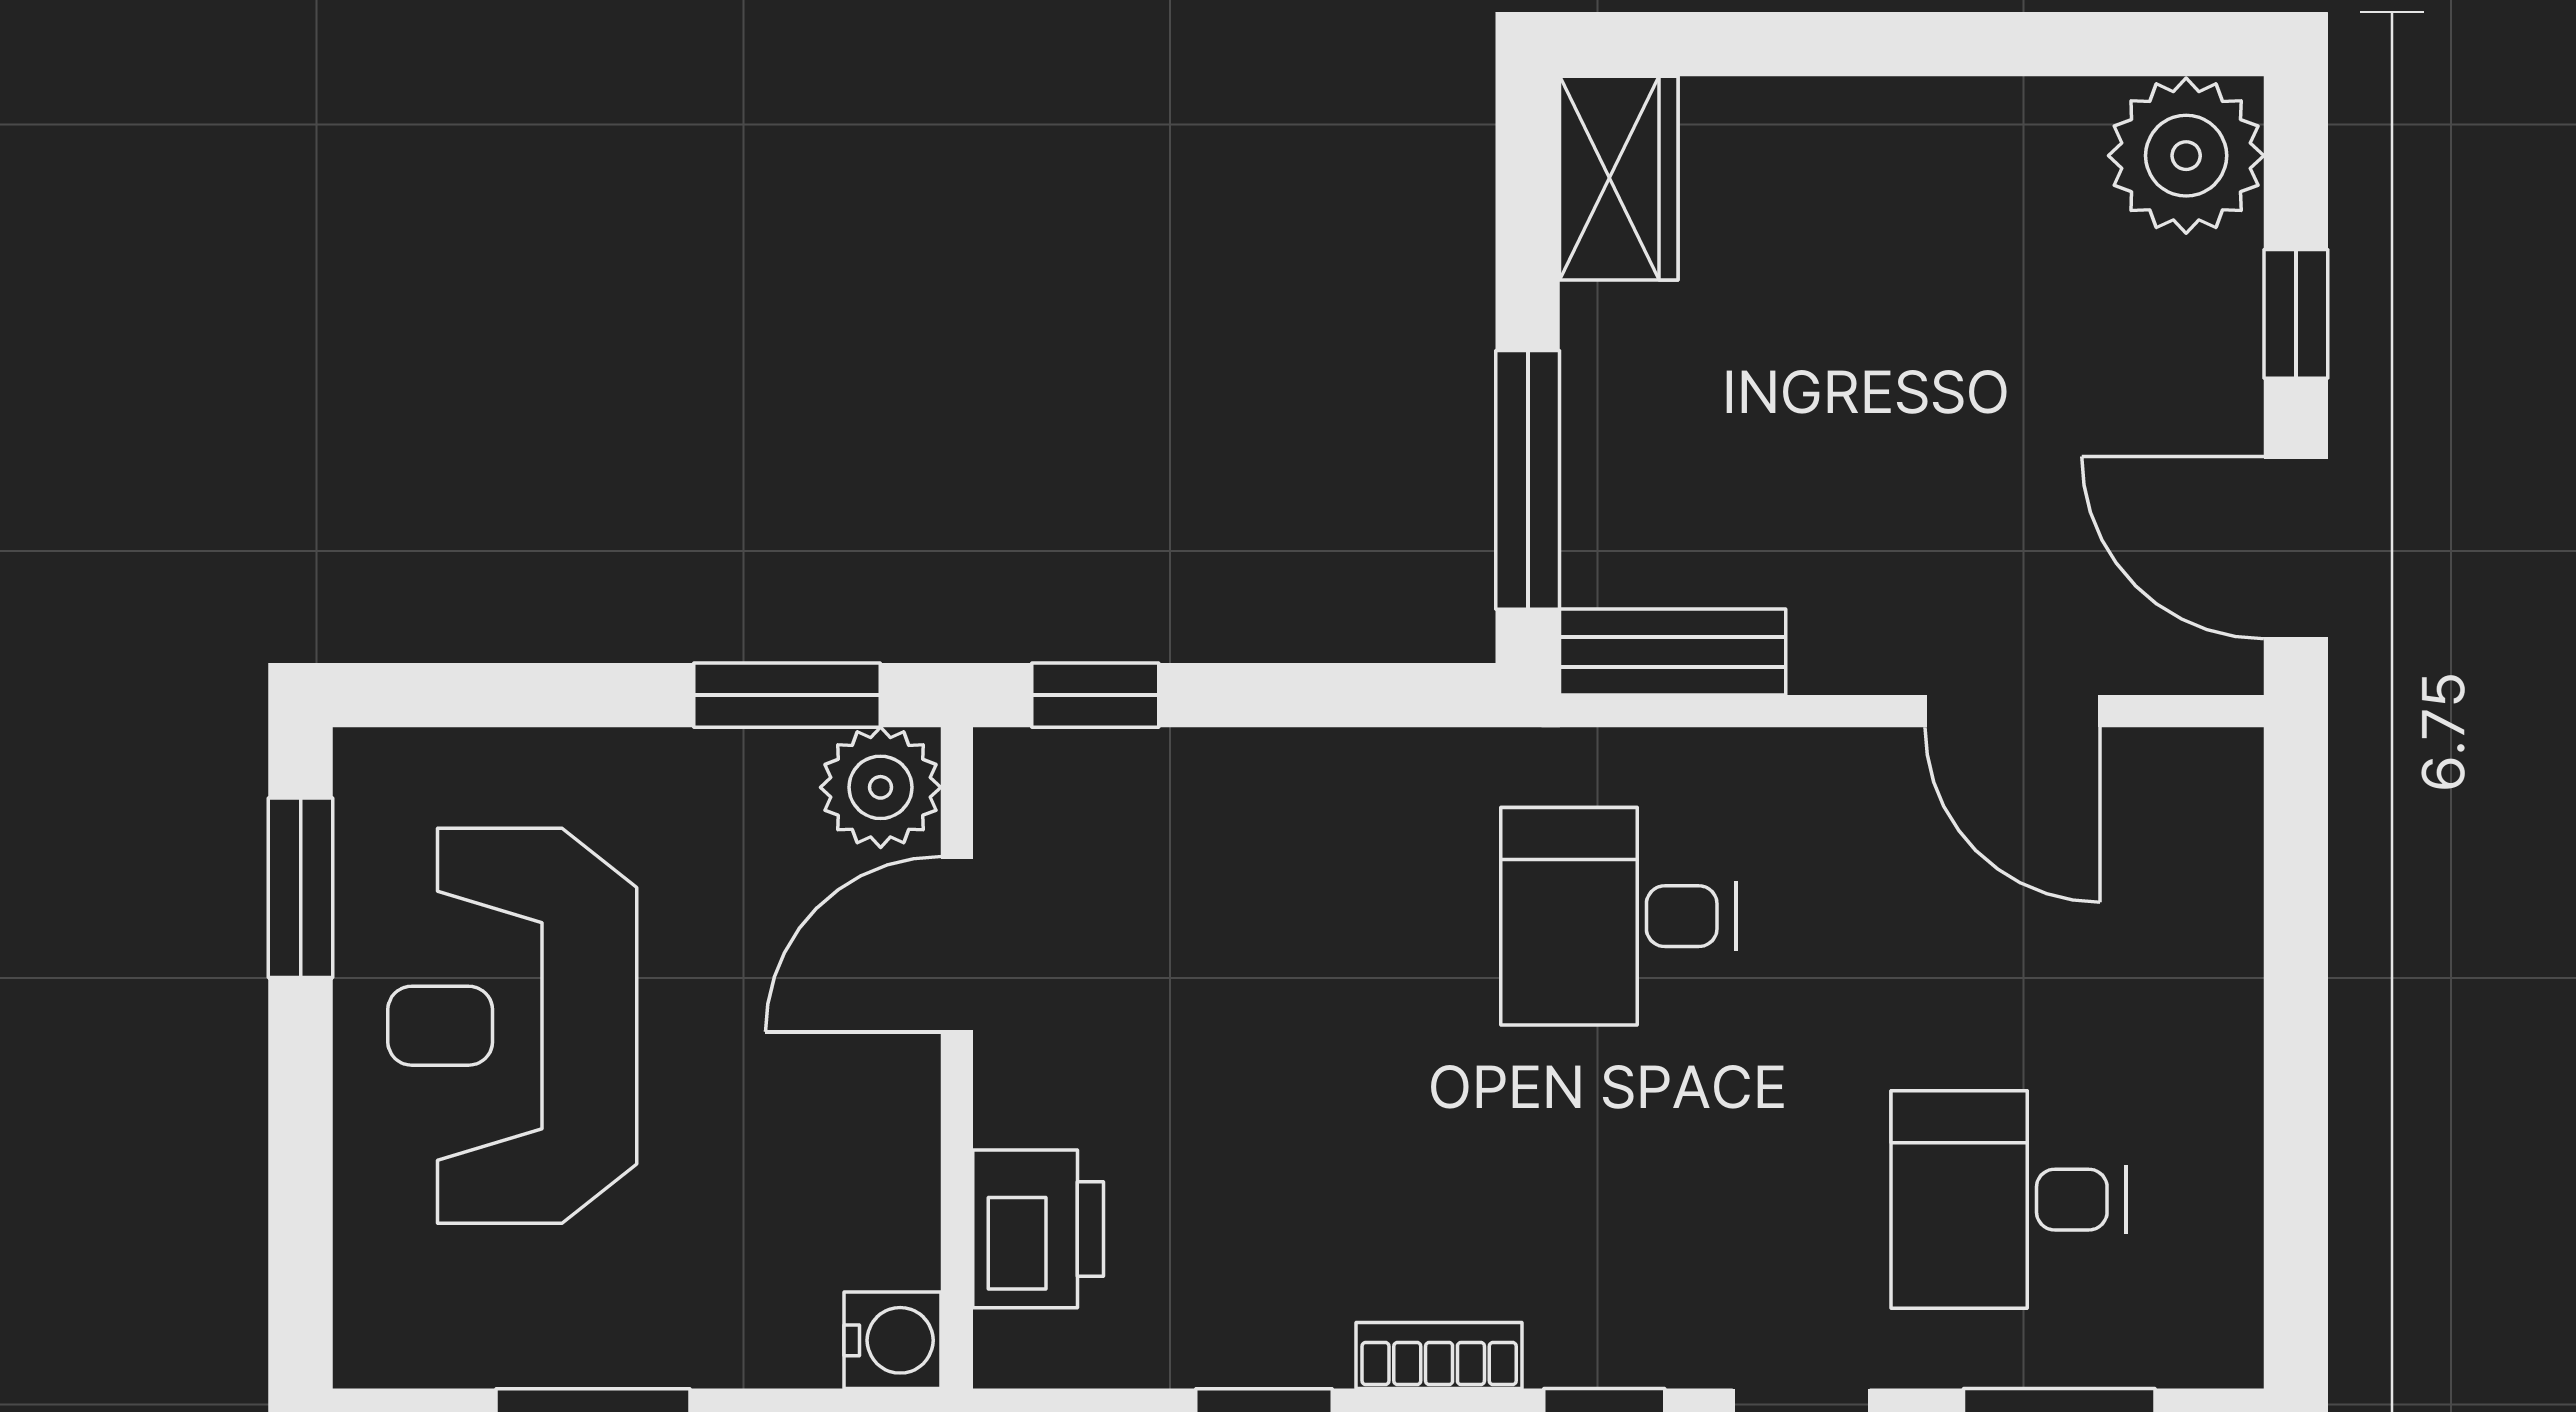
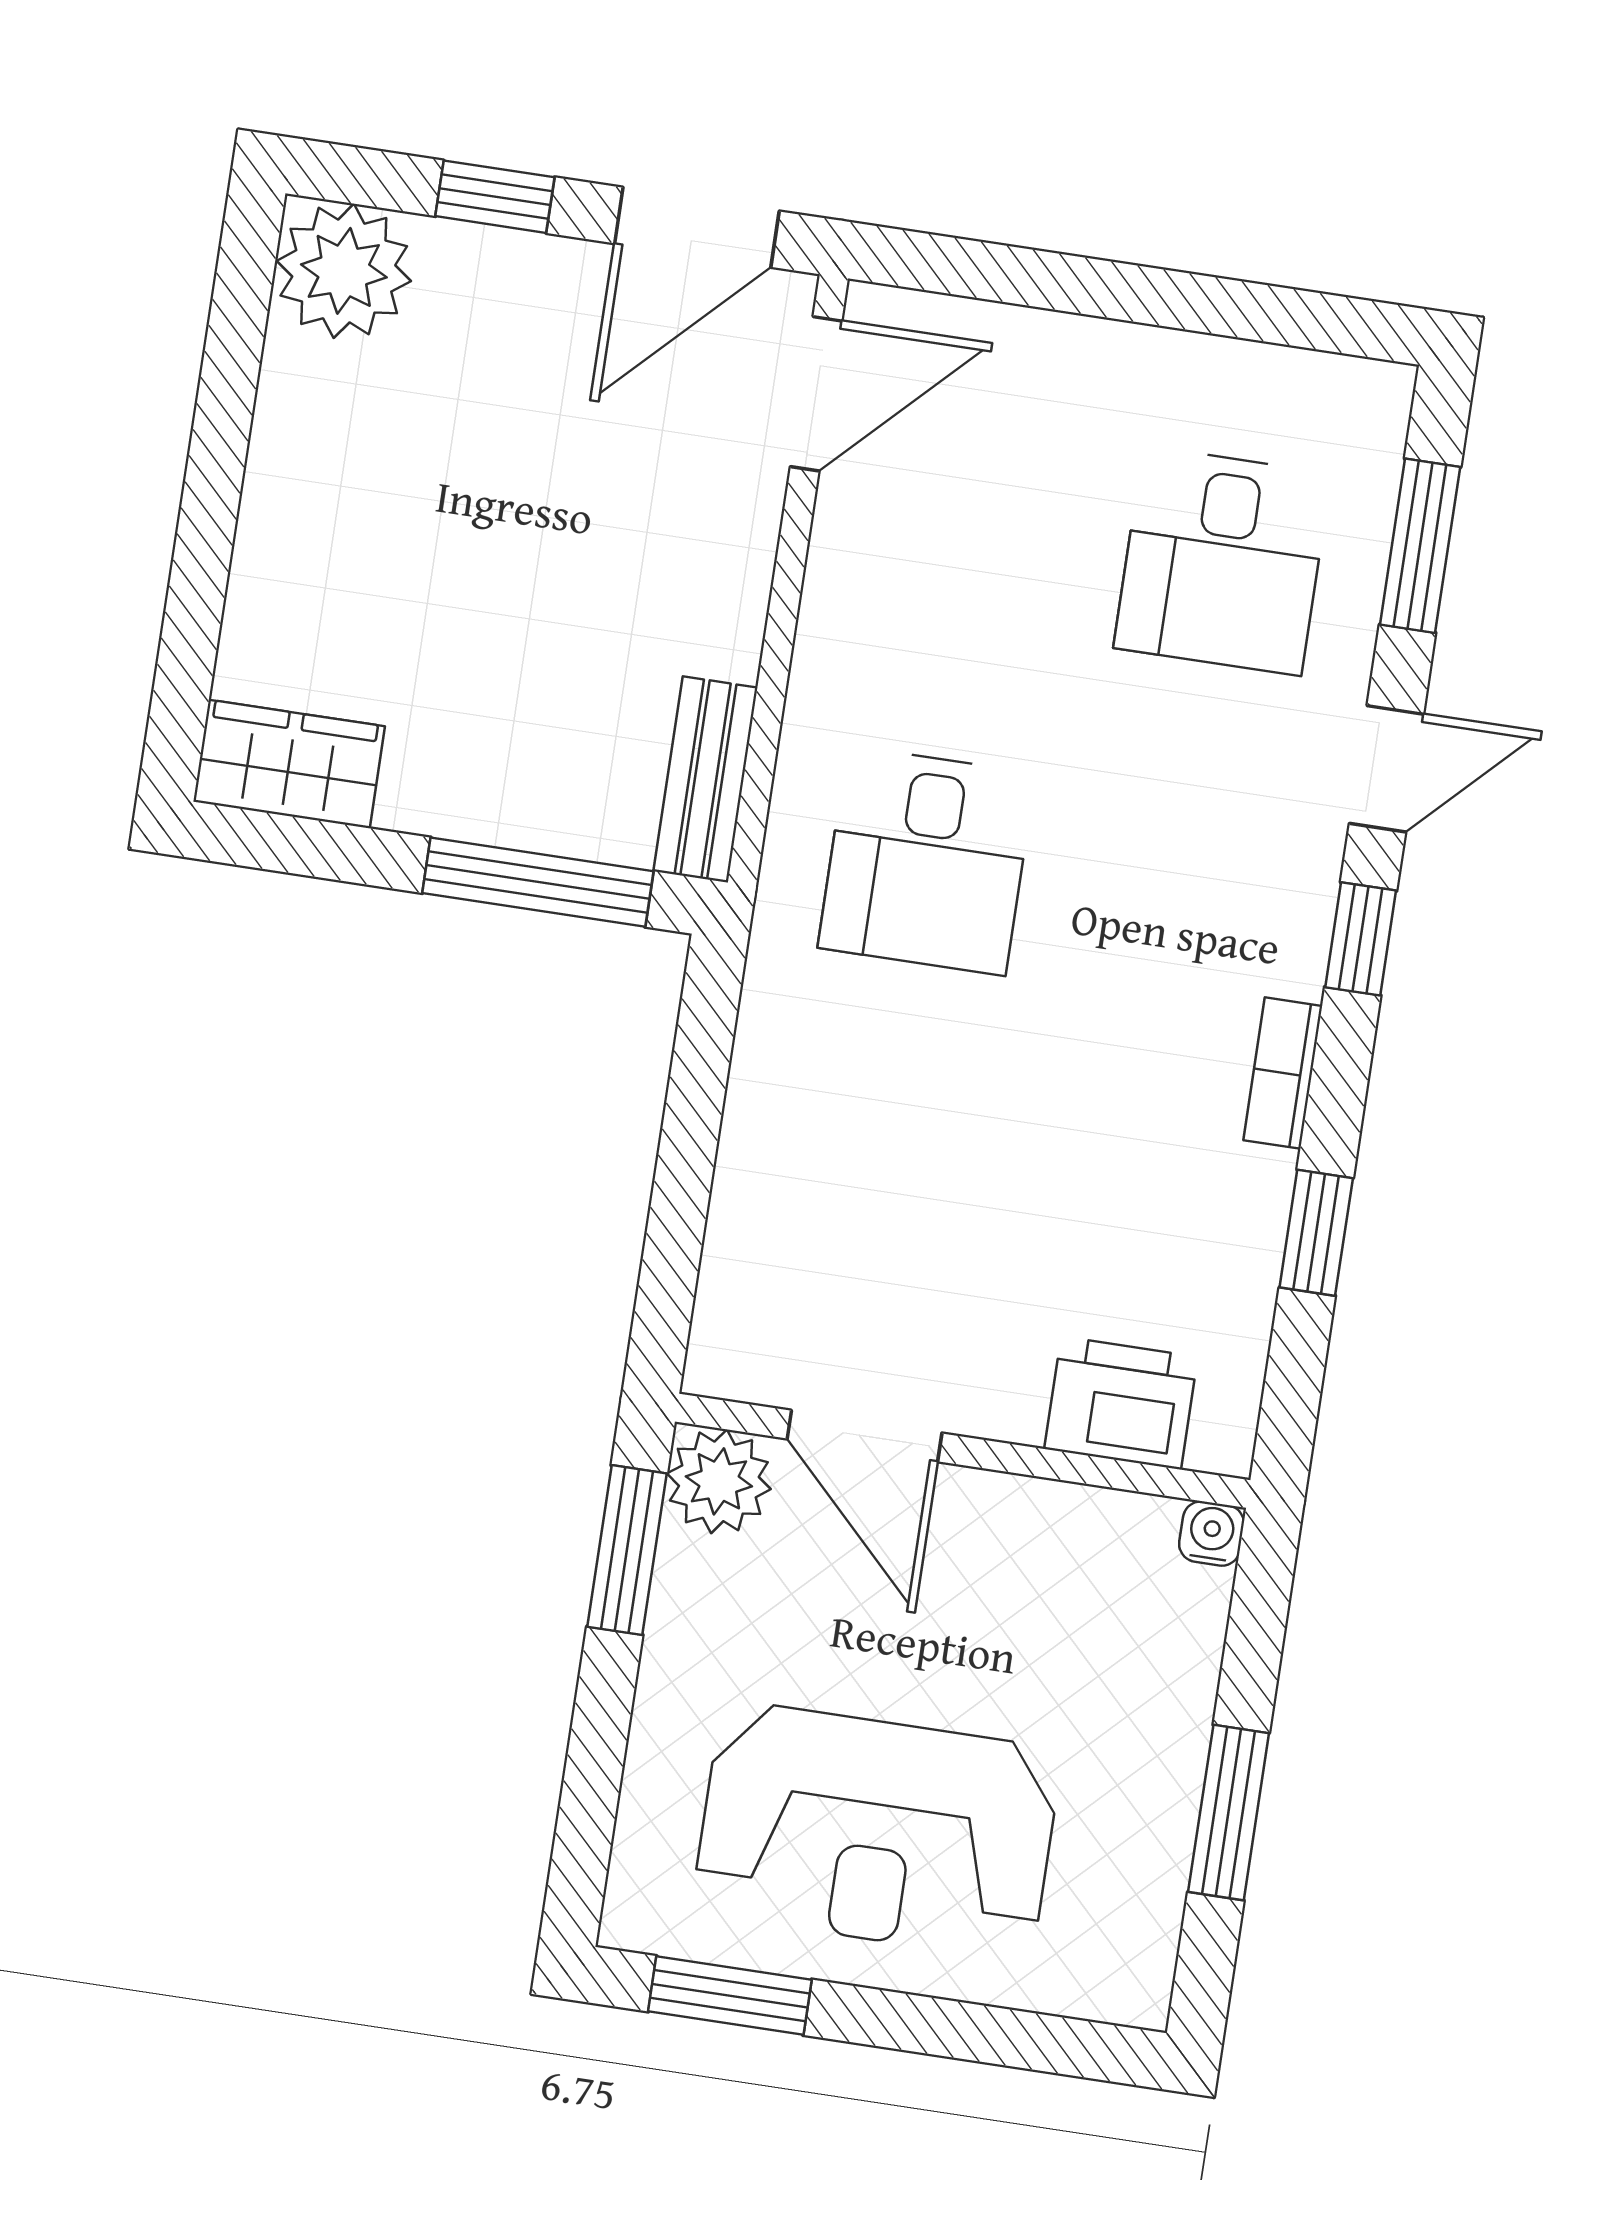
window: (1095, 695) -> (667, 1284), removed
door: (2012, 711) -> (816, 394), moved
water cooler: (892, 1340) -> (1212, 1534), width x0.72, depth x0.72

